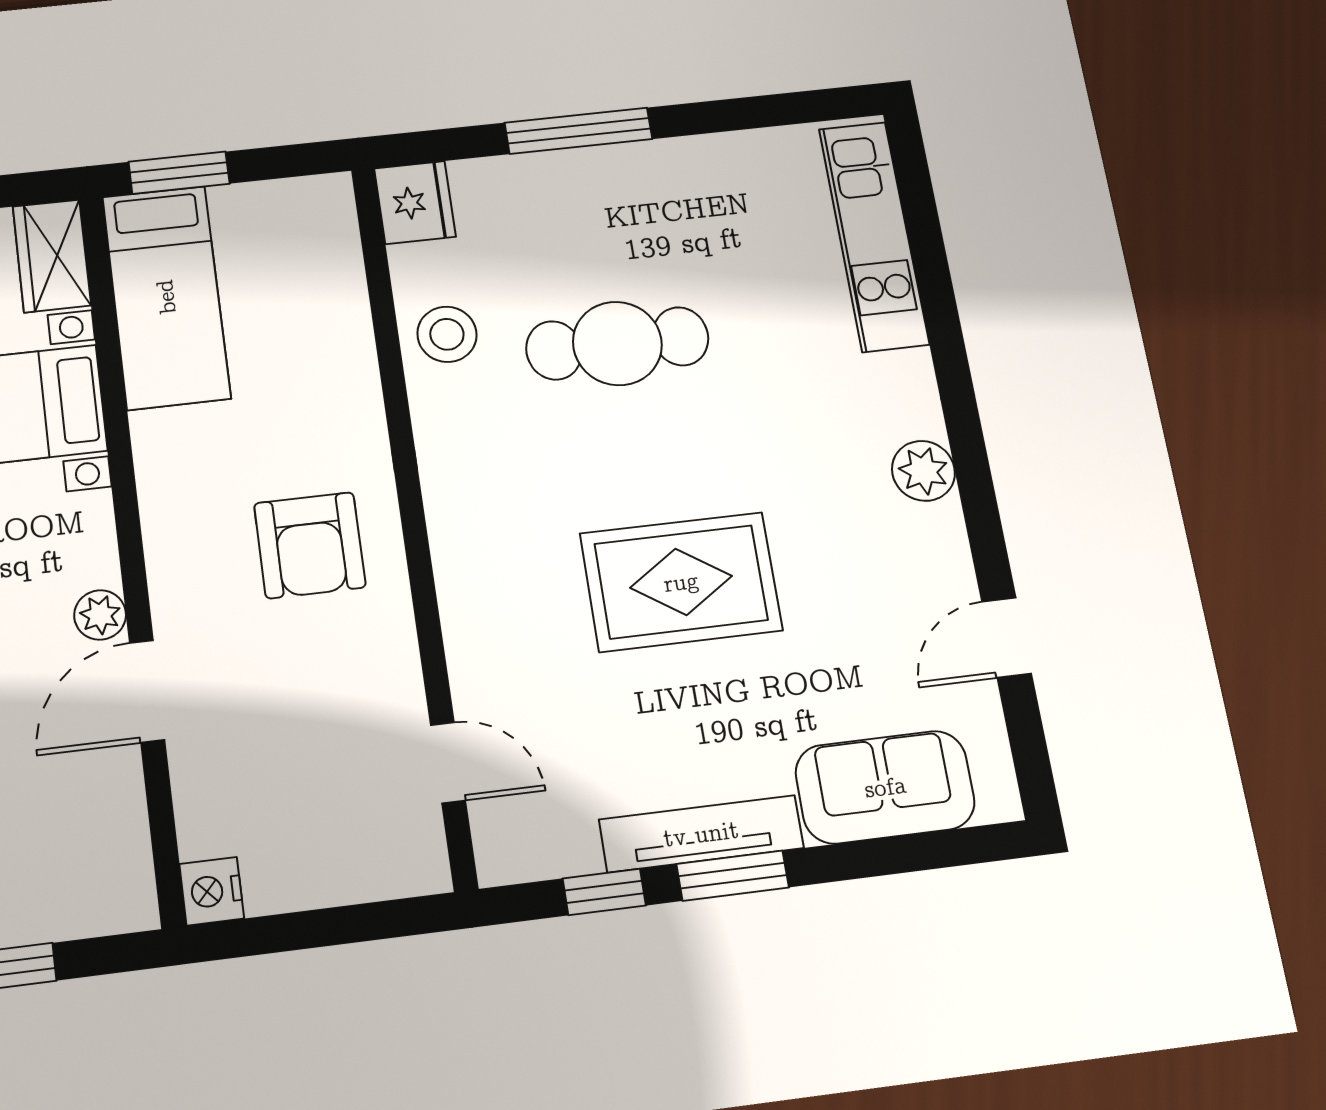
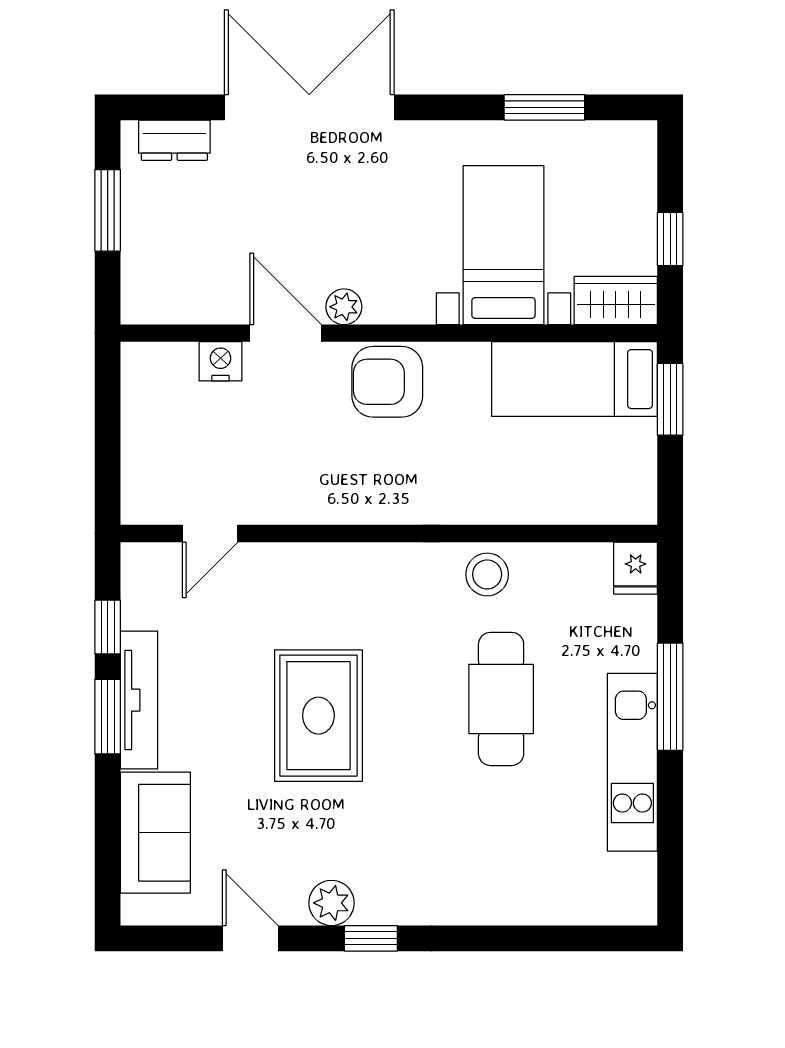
fridge: (415, 203) -> (636, 568), width x0.72
kitchen unit: (874, 236) -> (632, 762), moved, turned -90
stool: (447, 334) -> (487, 574), moved
plant: (923, 471) -> (331, 903), moved
window: (974, 476) -> (371, 938), added
armchair: (310, 545) -> (387, 382), moved
nightstand: (212, 891) -> (221, 361), moved

